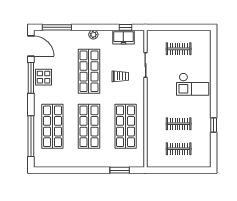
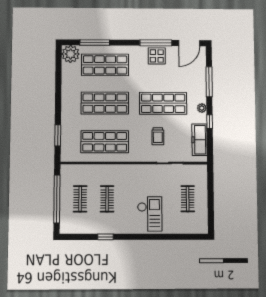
window: (57, 27) -> (209, 82), moved
window: (125, 27) -> (210, 122), moved
freezer: (123, 37) -> (200, 140), width x1.40
checkout: (193, 84) -> (150, 214), turned 180
window: (31, 136) -> (95, 43), width x0.68
plant: (42, 159) -> (71, 54), added
window: (179, 170) -> (57, 199), added

